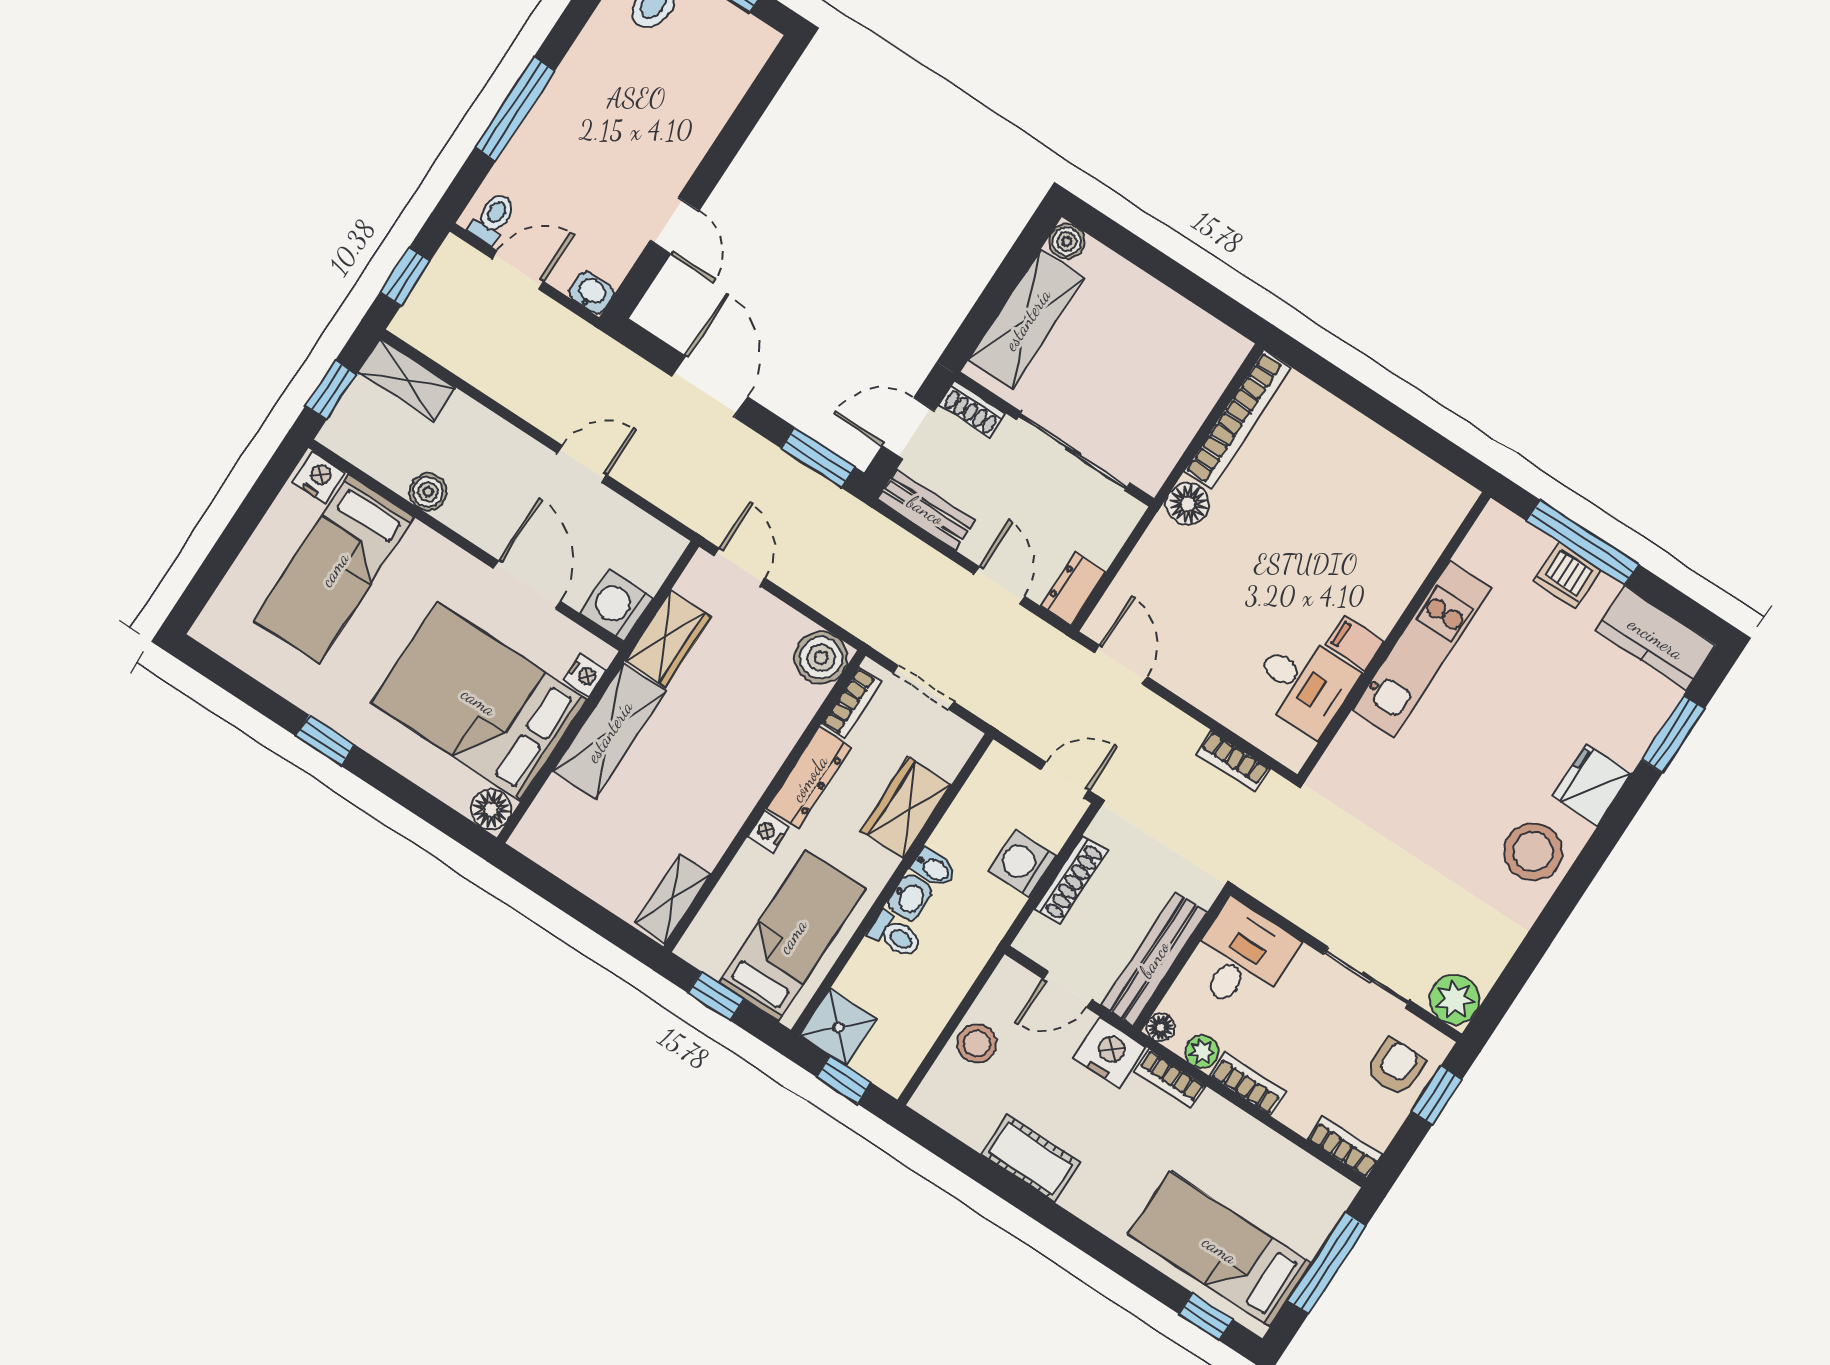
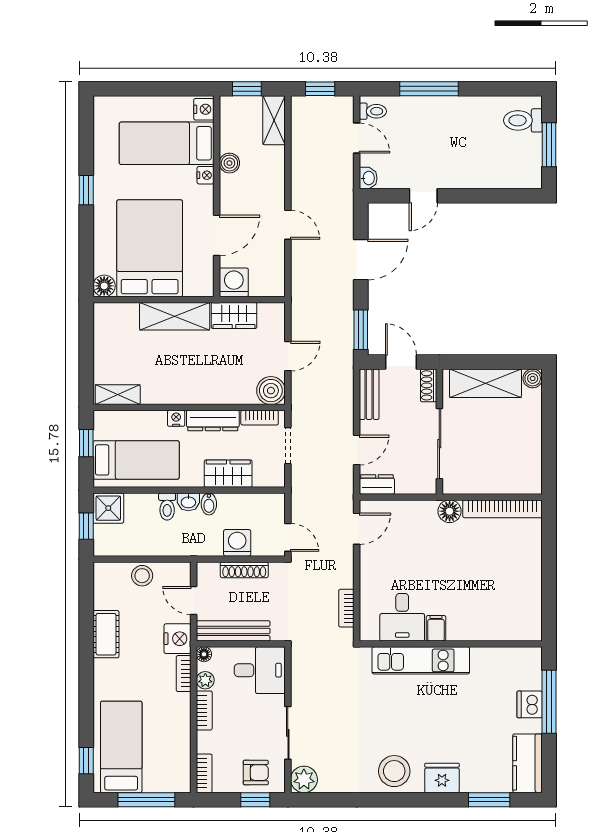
door: (739, 567) -> (288, 356), moved
kitchen unit: (1422, 649) -> (421, 660), moved
nightstand: (585, 675) -> (206, 175), moved, turned -90

